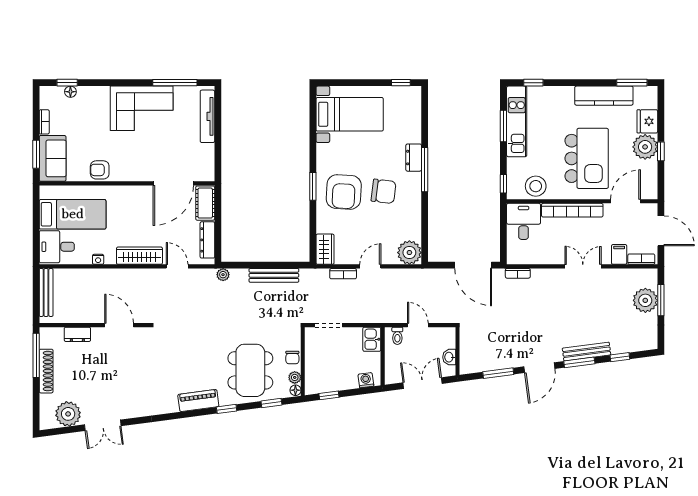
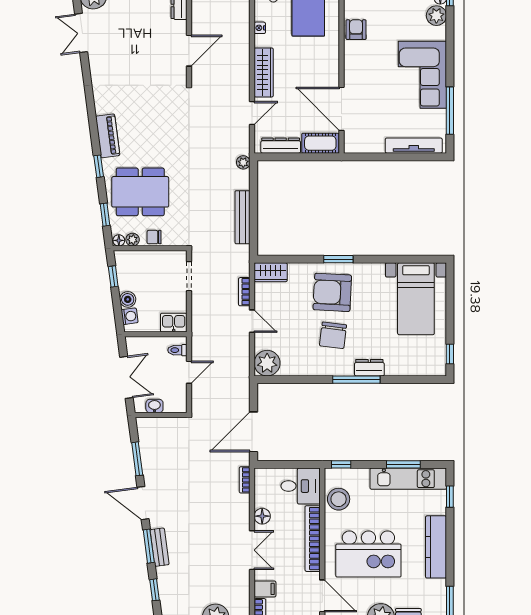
plant: (87, 95) -> (436, 16), added
kitchen counter: (604, 96) -> (436, 547), moved
floor lamp: (551, 257) -> (262, 516), added
bench: (587, 352) -> (160, 547), width x0.73
boiler: (350, 382) -> (128, 299), added

